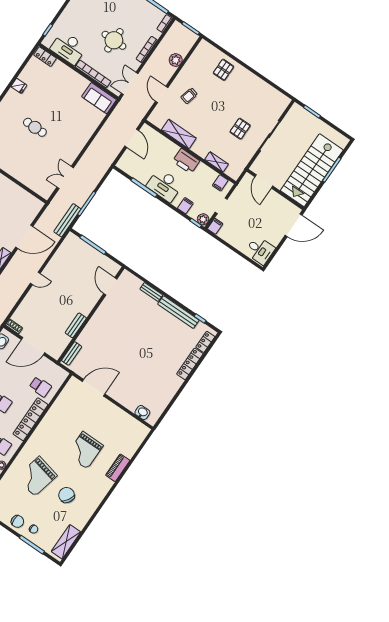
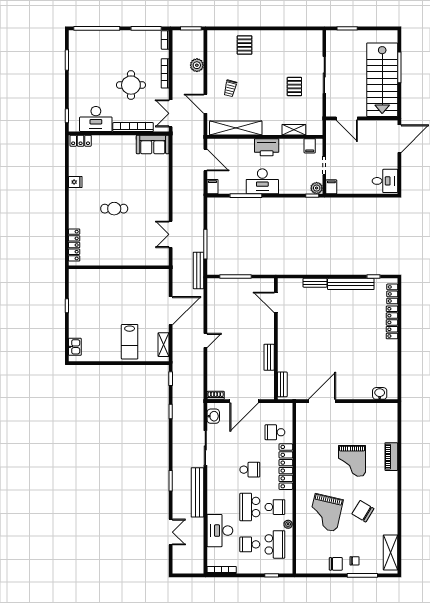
shelving: (179, 134) -> (236, 128), width x1.47
filing cabinet: (185, 206) -> (213, 187), moved
school desk: (40, 387) -> (275, 432), turned 180

